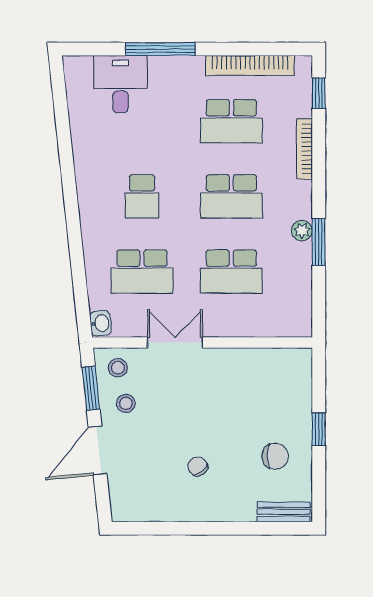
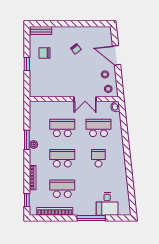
window: (91, 388) -> (119, 81), removed
door: (98, 450) -> (116, 55), swing flipped

